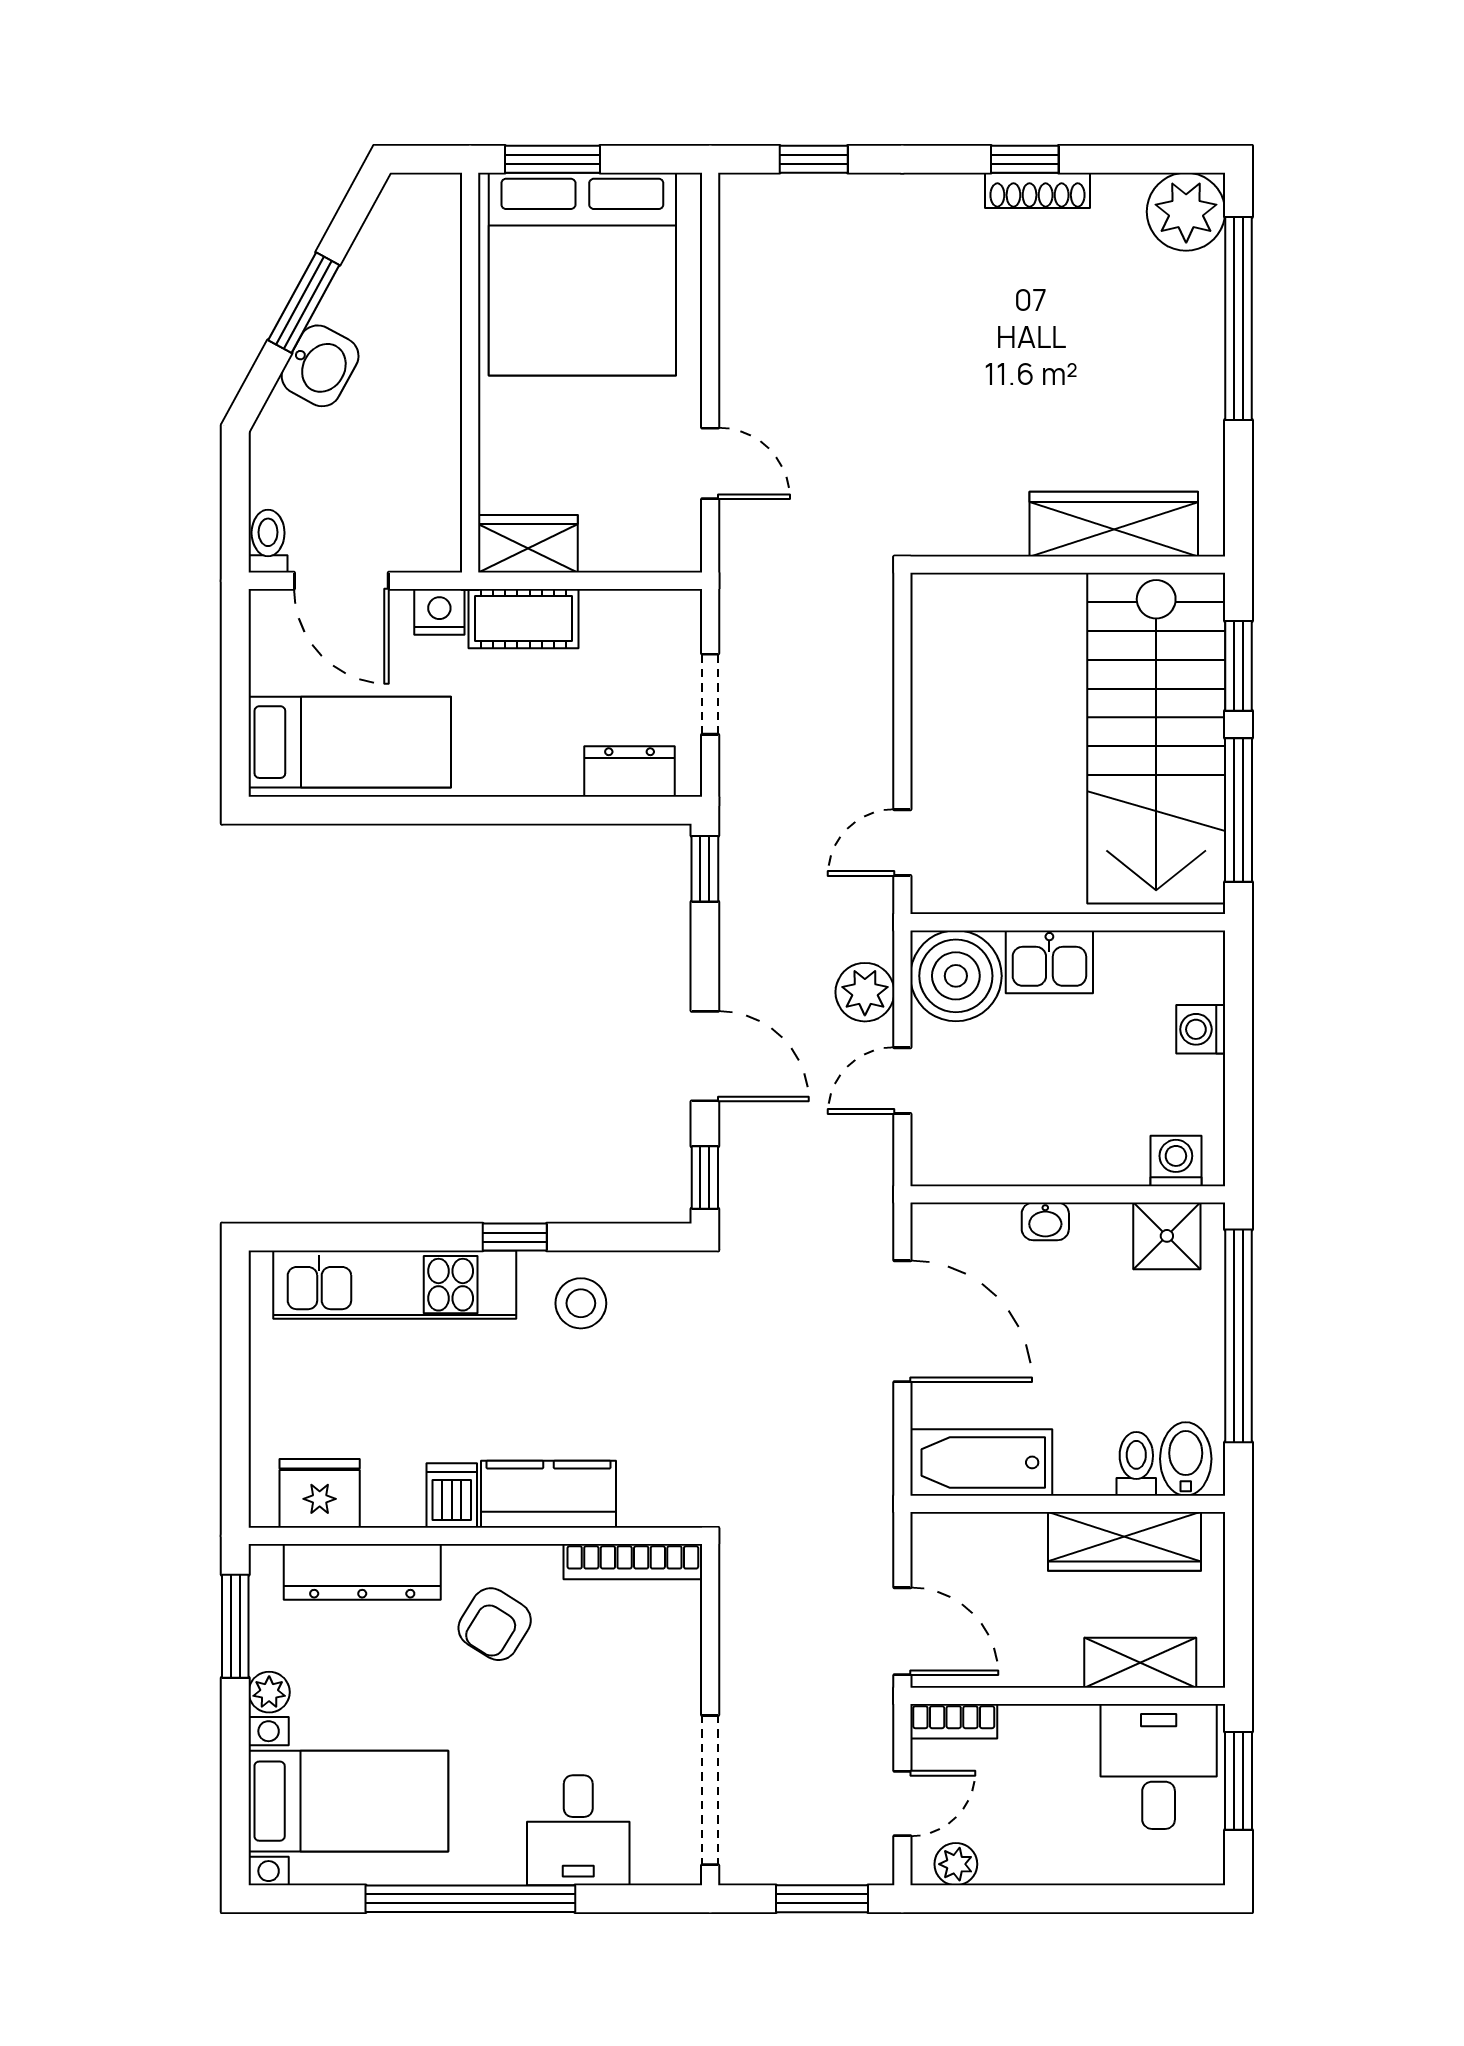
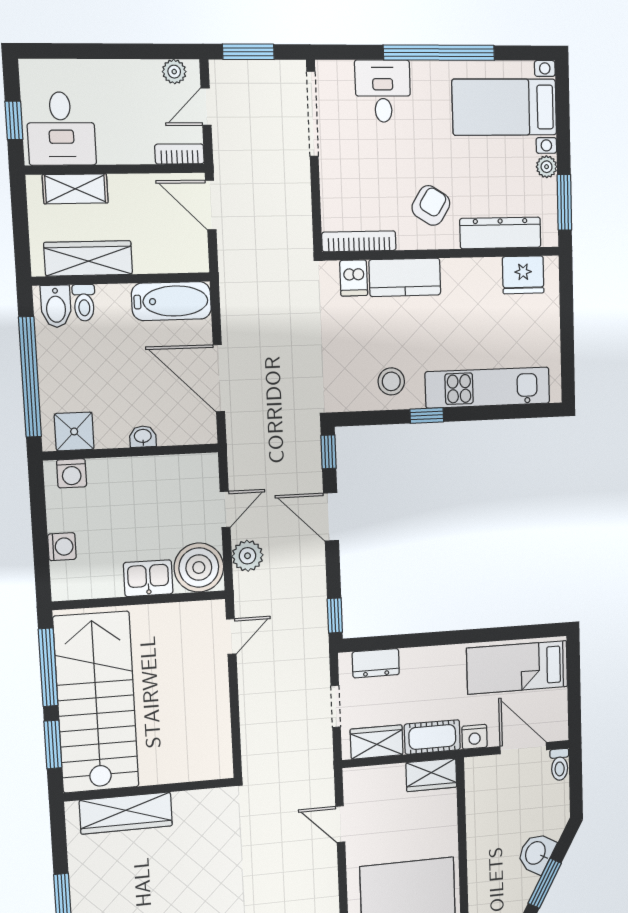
wardrobe: (633, 618) -> (377, 742), added
dishwasher: (452, 1495) -> (354, 278), moved
window: (1238, 1781) -> (14, 120), width x0.67

